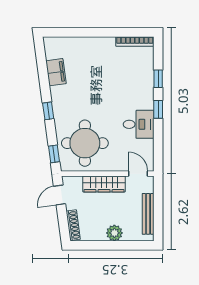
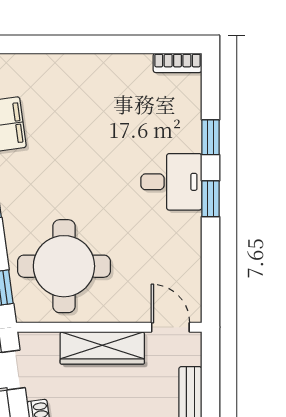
bookcase: (135, 41) -> (177, 63), width x0.64
desk: (139, 124) -> (171, 182), moved

